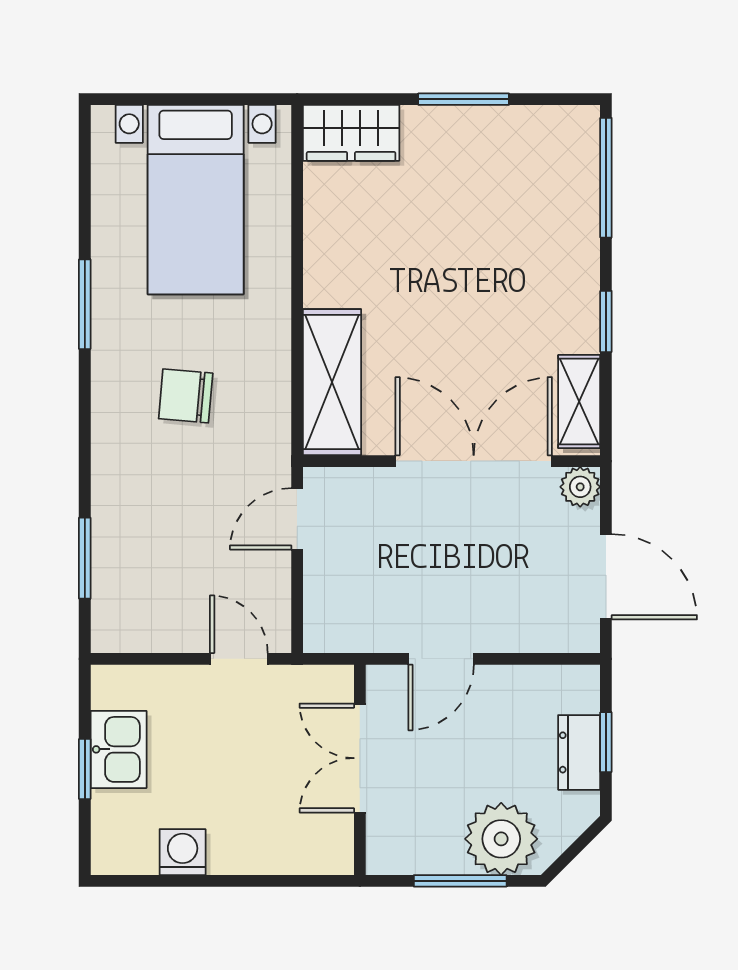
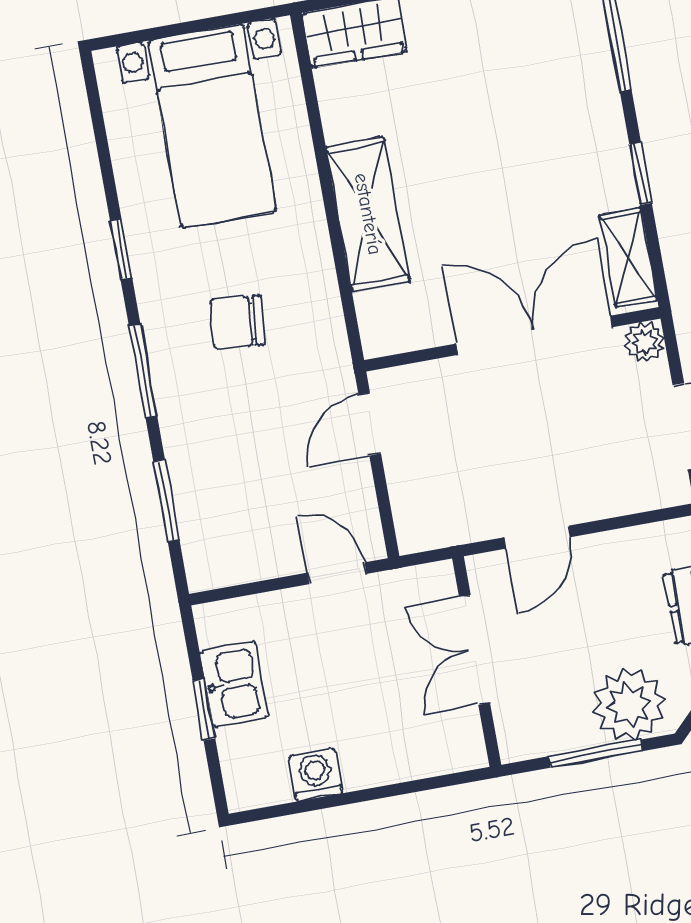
window: (85, 304) -> (121, 249), width x0.67
shelving: (332, 382) -> (368, 214), moved
window: (85, 427) -> (143, 371), added

